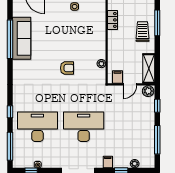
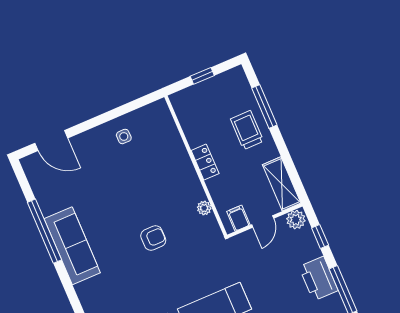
locker: (112, 20) -> (205, 162), moved
sofa: (22, 38) -> (72, 246), moved
printer: (147, 128) -> (318, 279), added

